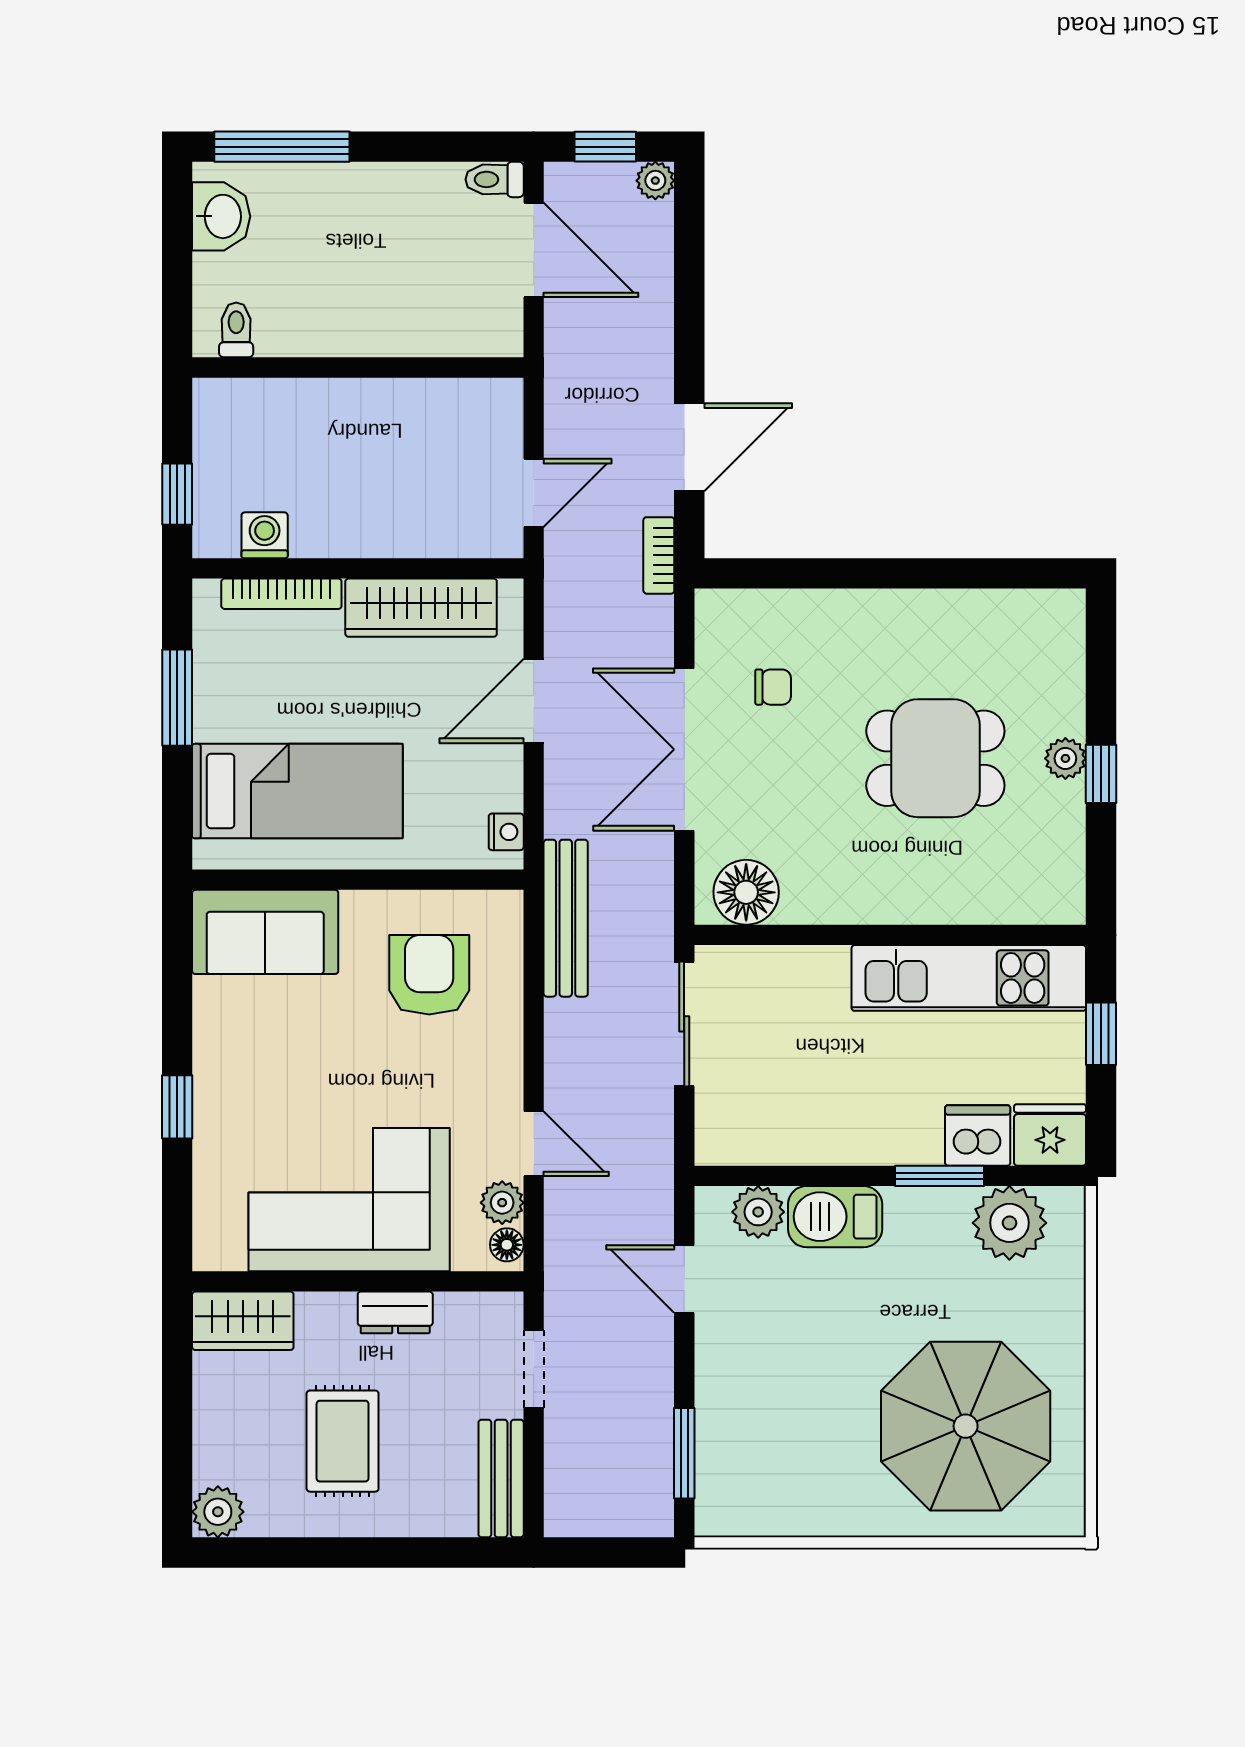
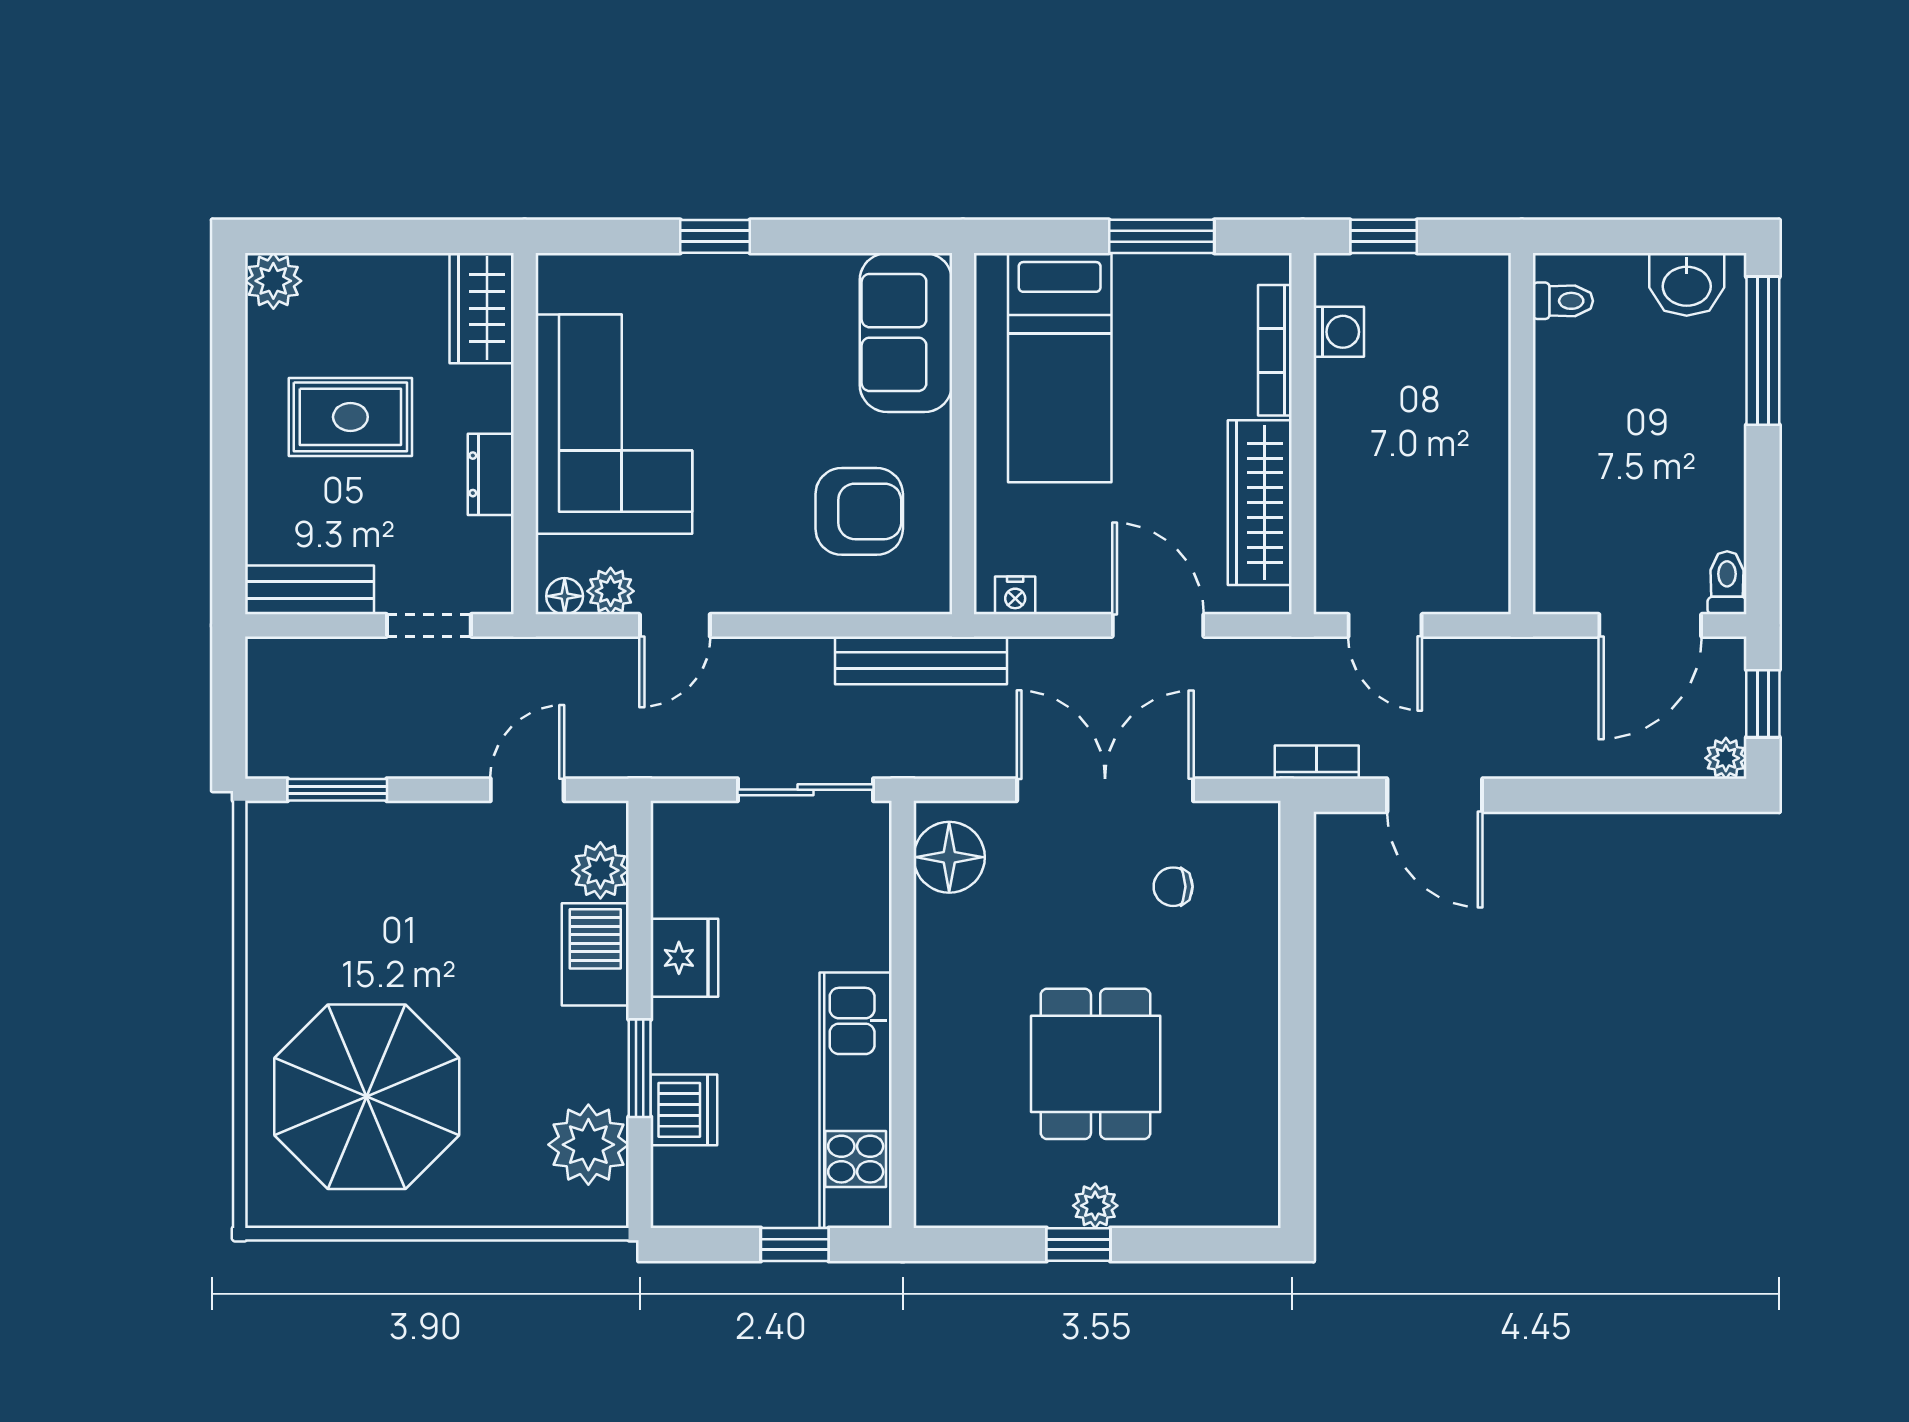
chair: (773, 687) -> (1173, 887), turned 90
fridge: (1050, 1135) -> (684, 958), moved

